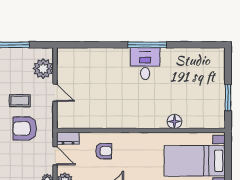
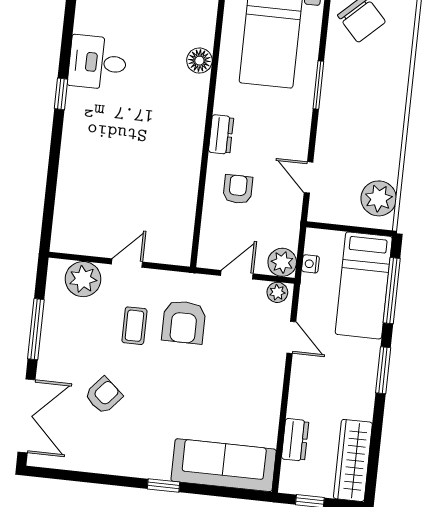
window: (147, 45) -> (61, 94), width x0.46
desk: (145, 64) -> (97, 63), moved
dresser: (68, 138) -> (221, 134), moved

